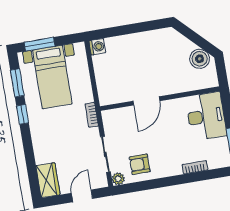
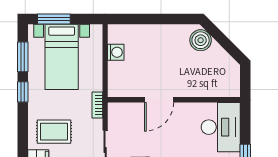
washing machine: (97, 47) -> (116, 52), moved
boiler: (200, 59) -> (201, 40), moved
rug: (57, 145) -> (54, 132), added

